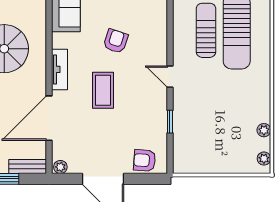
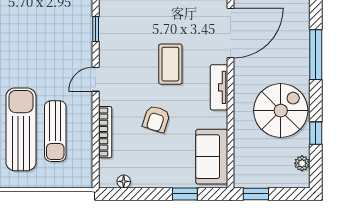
bookcase: (161, 29) -> (105, 132), added
door: (170, 77) -> (96, 79), swing flipped

